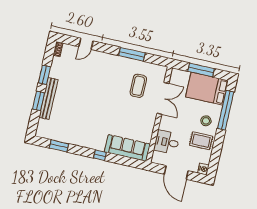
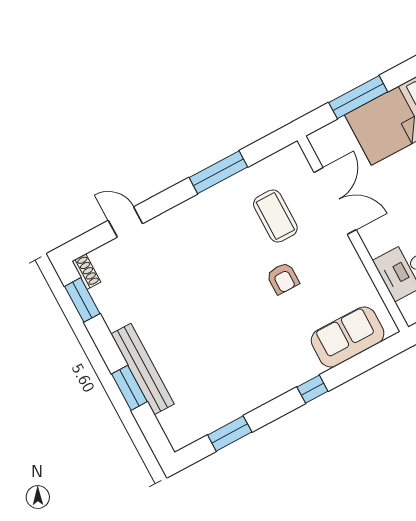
door: (86, 44) -> (125, 222), swing flipped
window: (44, 75) -> (82, 300), moved
armchair: (122, 109) -> (283, 278), added
sofa: (127, 148) -> (348, 337), width x0.73

